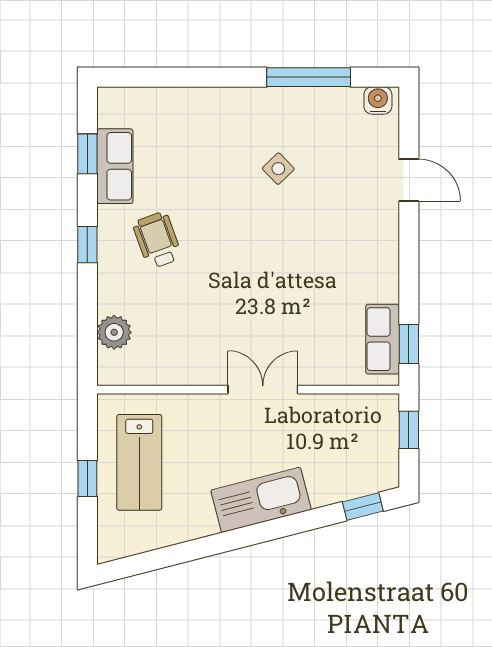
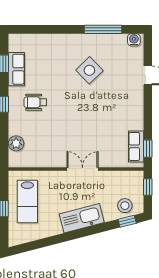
side table: (278, 169) -> (89, 70), width x1.87, depth x1.87
wheelchair: (157, 240) -> (35, 102), turned -70
stool: (358, 471) -> (125, 206), added

